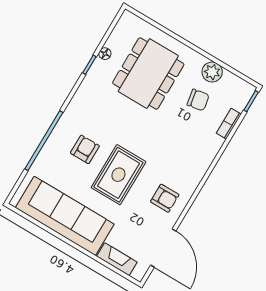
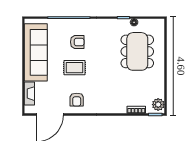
plant: (212, 72) -> (158, 105), moved
dining table: (148, 74) -> (137, 51), turned 90
chair: (198, 100) -> (139, 86), removed
rug: (118, 175) -> (74, 68), width x0.73, depth x0.70

